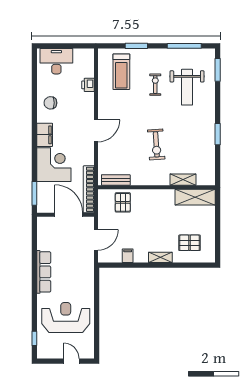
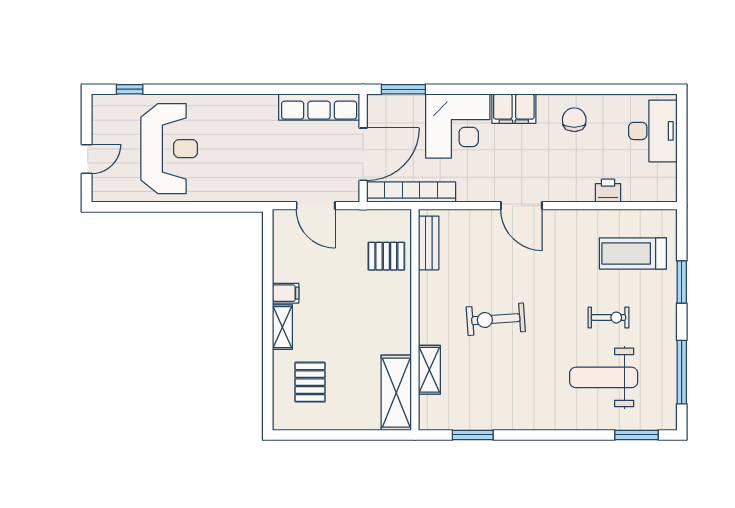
window: (218, 134) -> (473, 435), moved
filing cabinet: (128, 256) -> (286, 293), moved
row of seats: (44, 272) -> (319, 107), moved

